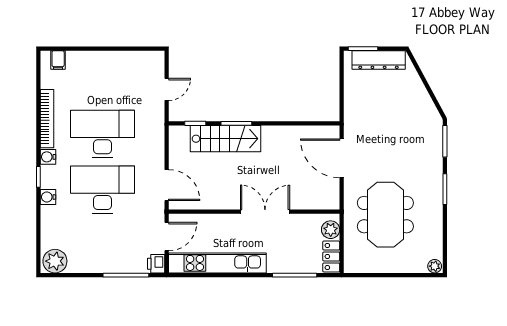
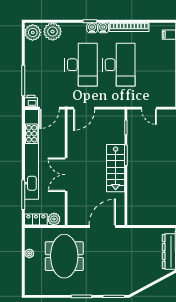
stairs: (225, 139) -> (116, 168), moved
water cooler: (48, 197) -> (92, 28), moved
double door: (265, 212) -> (66, 175), swing flipped
meeting table: (385, 215) -> (64, 256), turned 90
plant: (53, 232) -> (53, 32), added
door: (167, 236) -> (49, 108), hinge flipped
kitchen unit: (217, 263) -> (31, 154), width x1.36
plant: (435, 266) -> (29, 253), moved

